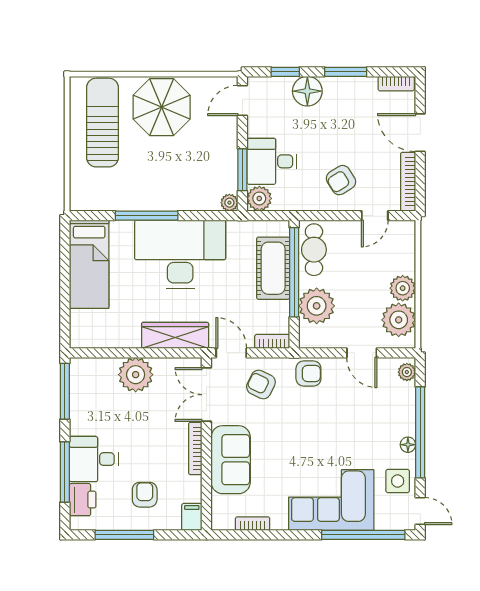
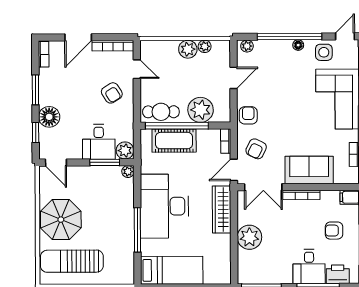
plant: (399, 320) -> (205, 46), width x0.53, depth x0.53

